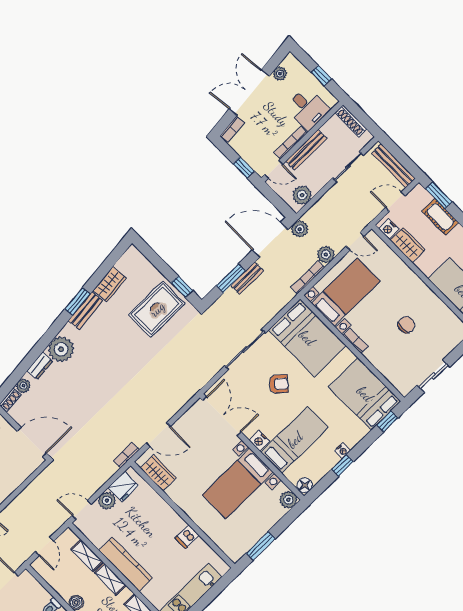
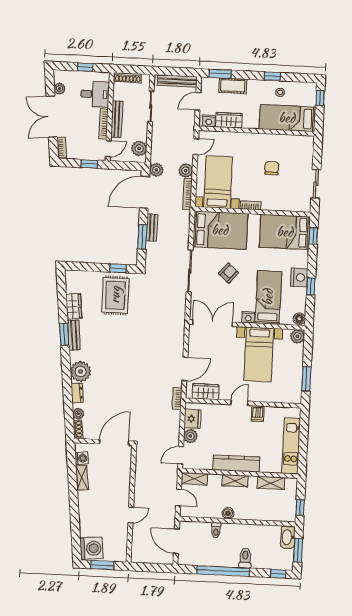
nightstand: (343, 451) -> (299, 277), width x1.89, depth x1.79
door: (179, 511) -> (239, 403), added
shelving: (87, 555) -> (194, 479), moved

